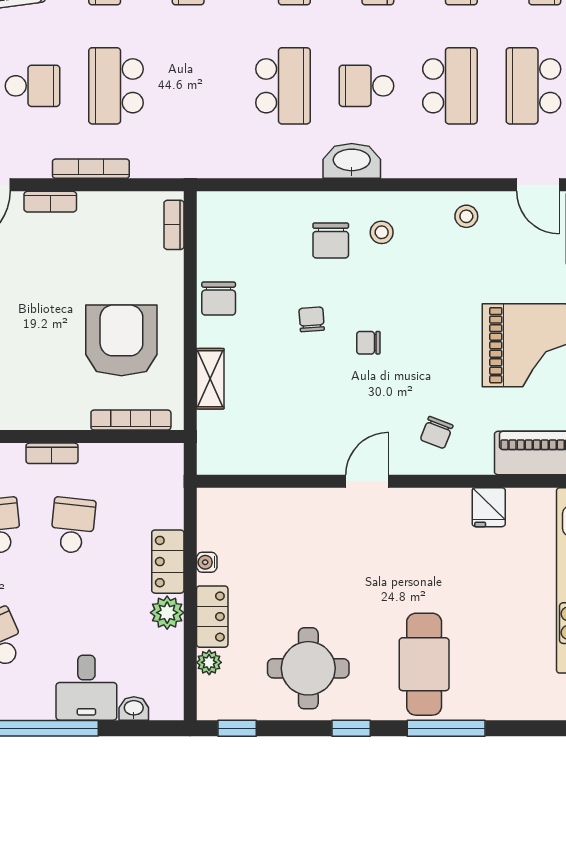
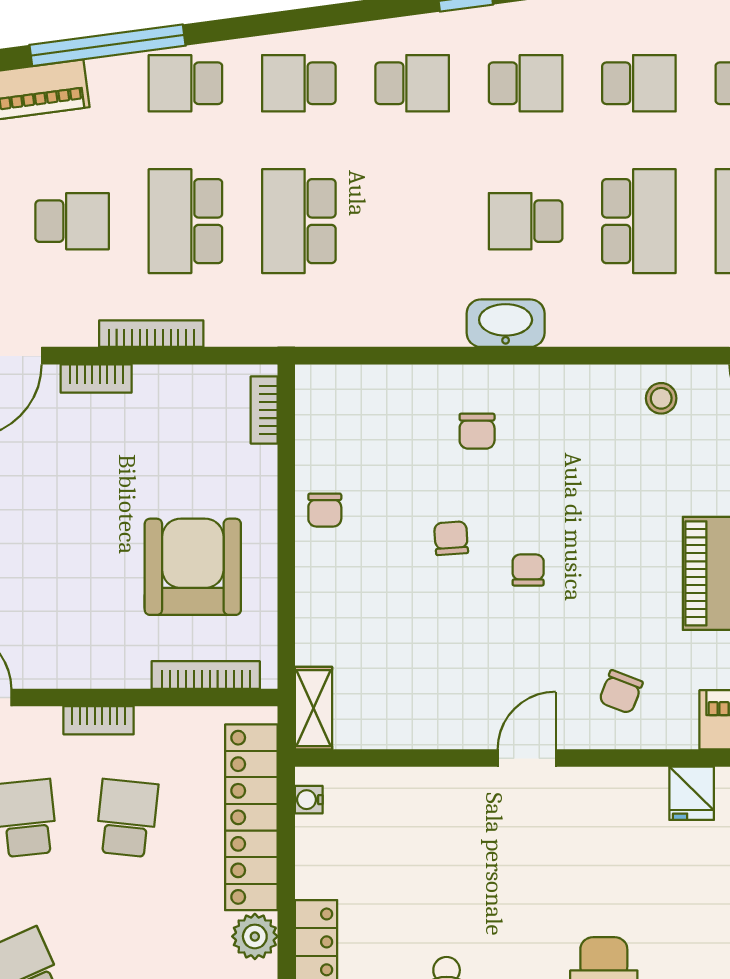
school desk: (283, 86) -> (299, 221), moved, turned 180
stool: (382, 232) -> (546, 420), removed
chair: (331, 240) -> (477, 431), width x0.73, depth x0.73
chair: (219, 299) -> (325, 510), width x0.73, depth x0.73
chair: (368, 343) -> (528, 570), turned 90
shelving: (210, 379) -> (313, 708), moved
locker: (168, 562) -> (251, 817), width x2.16, depth x1.21
water cooler: (207, 562) -> (309, 800), moved

